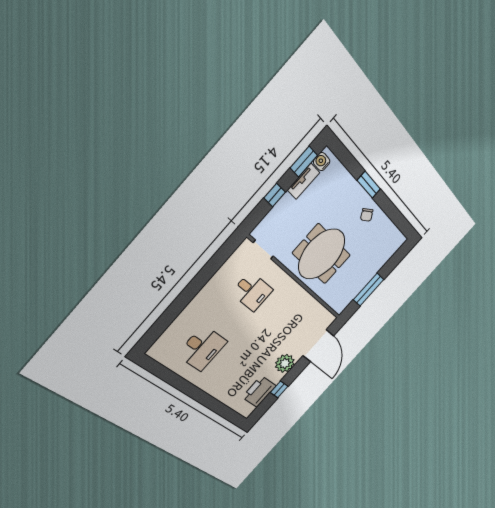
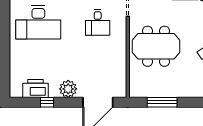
desk: (202, 348) -> (38, 22), width x1.36, depth x1.30

